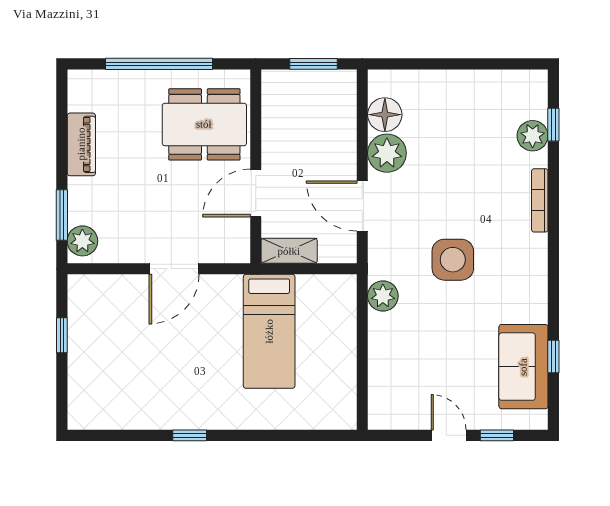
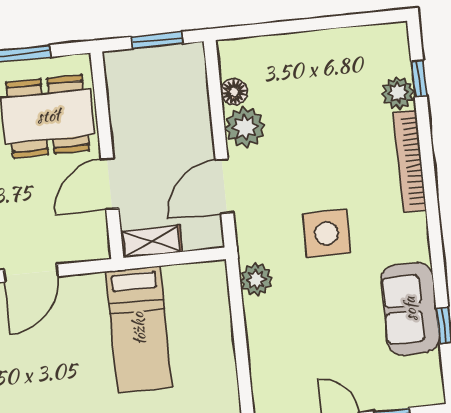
floor lamp: (385, 115) -> (234, 92), width x0.73, depth x0.73
bookcase: (540, 200) -> (410, 161), width x1.48, depth x1.31
door: (362, 206) -> (224, 186), hinge flipped
sofa: (523, 367) -> (410, 309), moved

